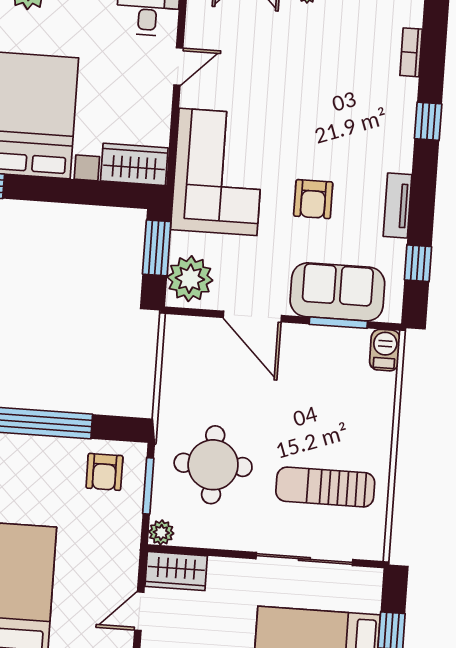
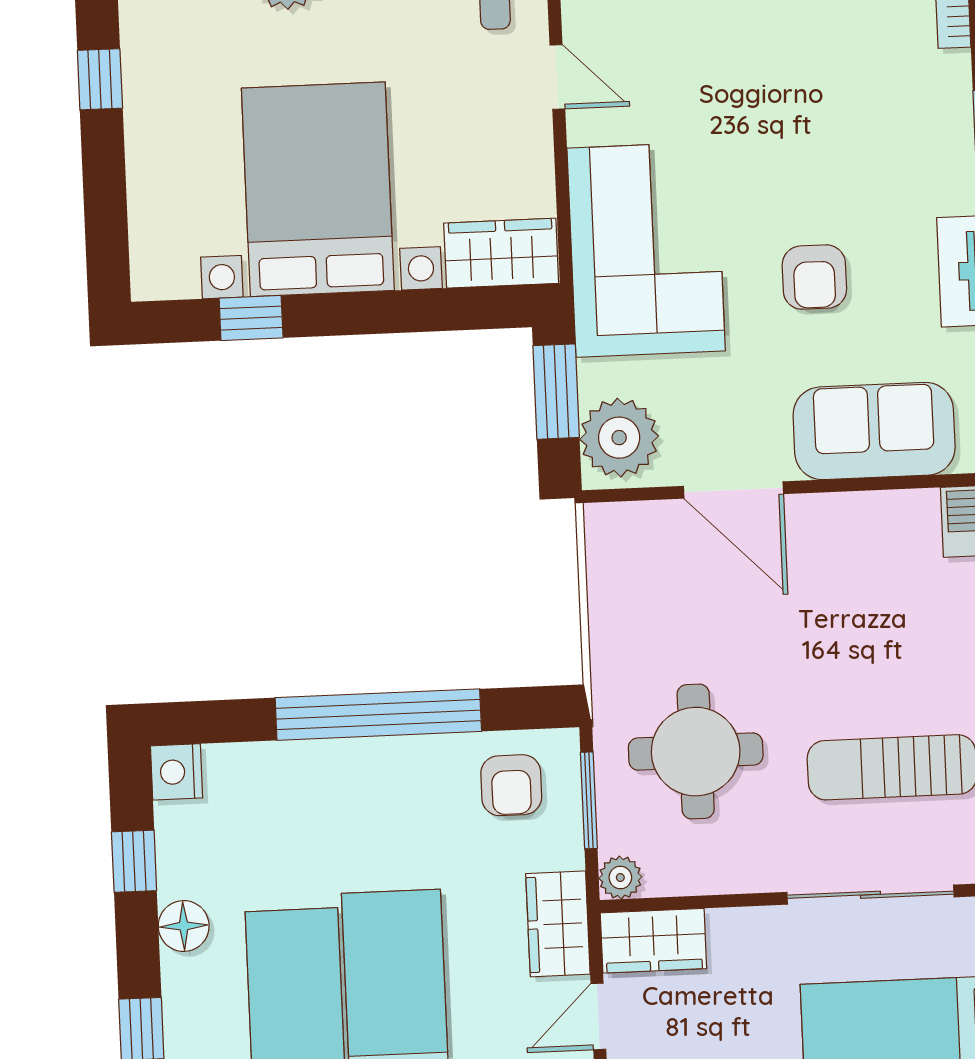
door: (178, 67) -> (557, 77), hinge flipped
window: (338, 323) -> (882, 484), removed
wardrobe: (122, 555) -> (558, 924), added

